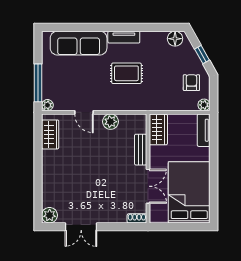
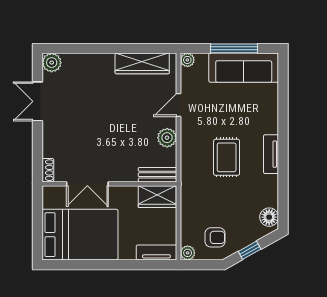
sofa: (79, 43) -> (244, 68), moved, turned -90
window: (38, 83) -> (234, 48), moved
wardrobe: (50, 134) -> (142, 63), width x1.50
bench: (141, 150) -> (157, 175), moved

